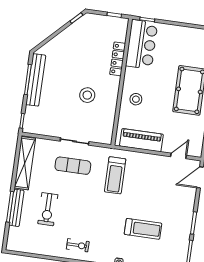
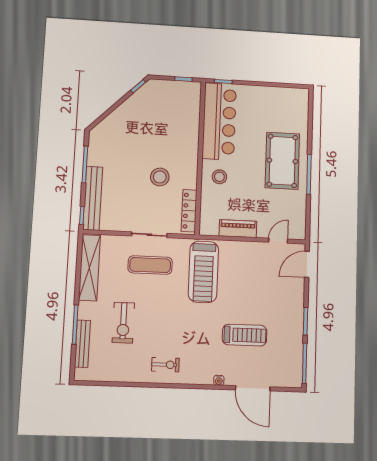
bar counter: (142, 44) -> (219, 121), width x1.36
locker: (118, 59) -> (189, 211), moved
bench: (36, 80) -> (93, 198), moved
piano: (141, 140) -> (238, 229), width x0.73, depth x0.75
treadmill: (115, 175) -> (203, 272), width x1.37, depth x1.38
bench: (16, 208) -> (82, 344), moved

